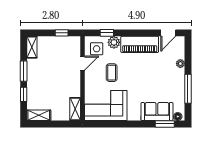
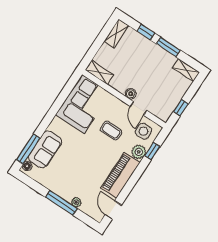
boiler: (76, 76) -> (131, 94), added
window: (188, 89) -> (61, 203), moved
window: (165, 124) -> (28, 149), width x1.44

